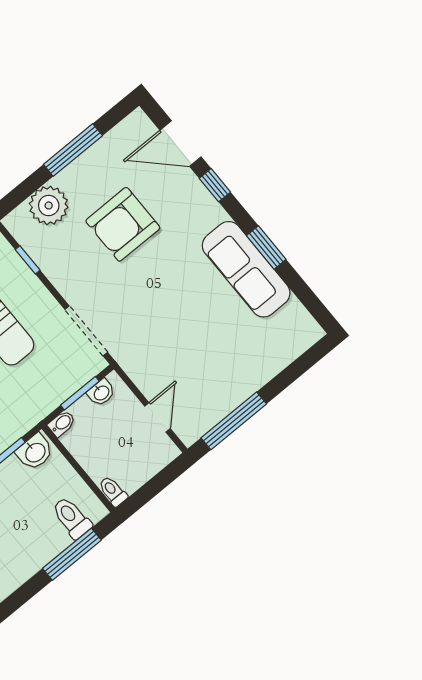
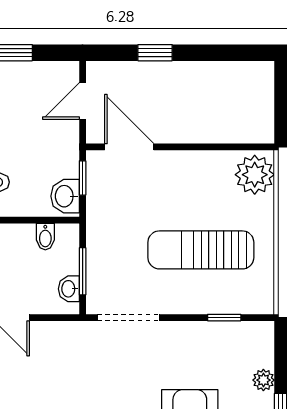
plant: (49, 205) -> (263, 380), width x0.53, depth x0.53
bidet: (62, 423) -> (45, 237), moved

